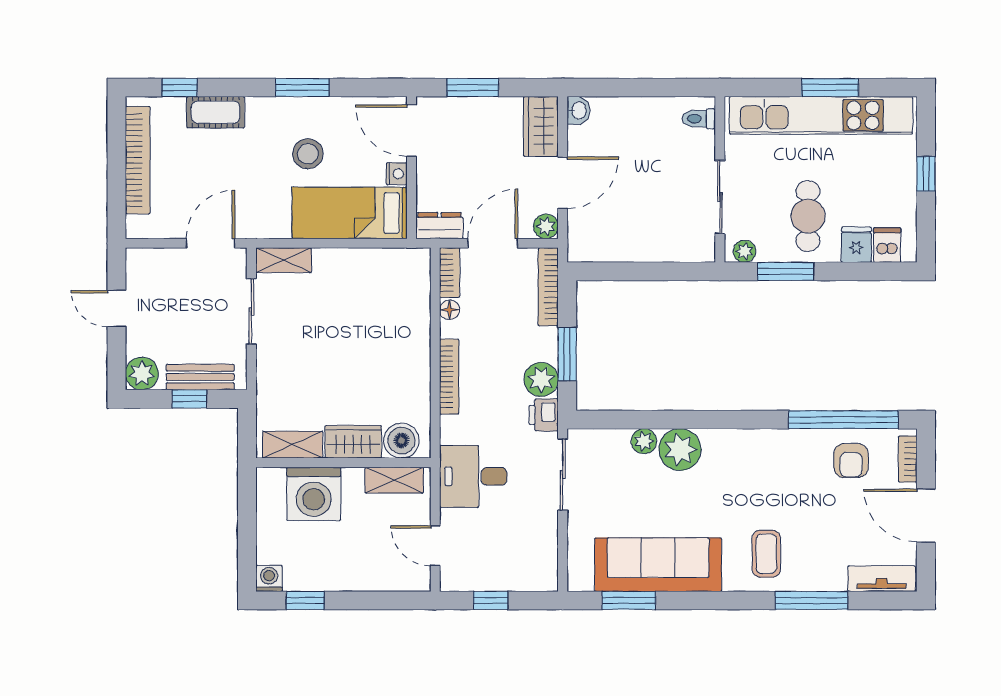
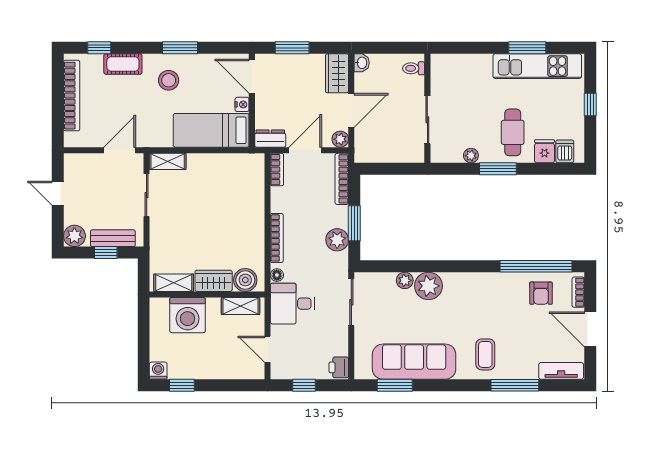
kitchen unit: (821, 115) -> (537, 66), width x0.73
toilet: (699, 119) -> (414, 68), moved
stool: (308, 154) -> (169, 80), moved
wall: (720, 179) -> (427, 108), moved
sliding door: (720, 197) -> (427, 120), moved
floor lamp: (450, 310) -> (277, 275), moved
printer: (544, 415) -> (339, 367), moved

